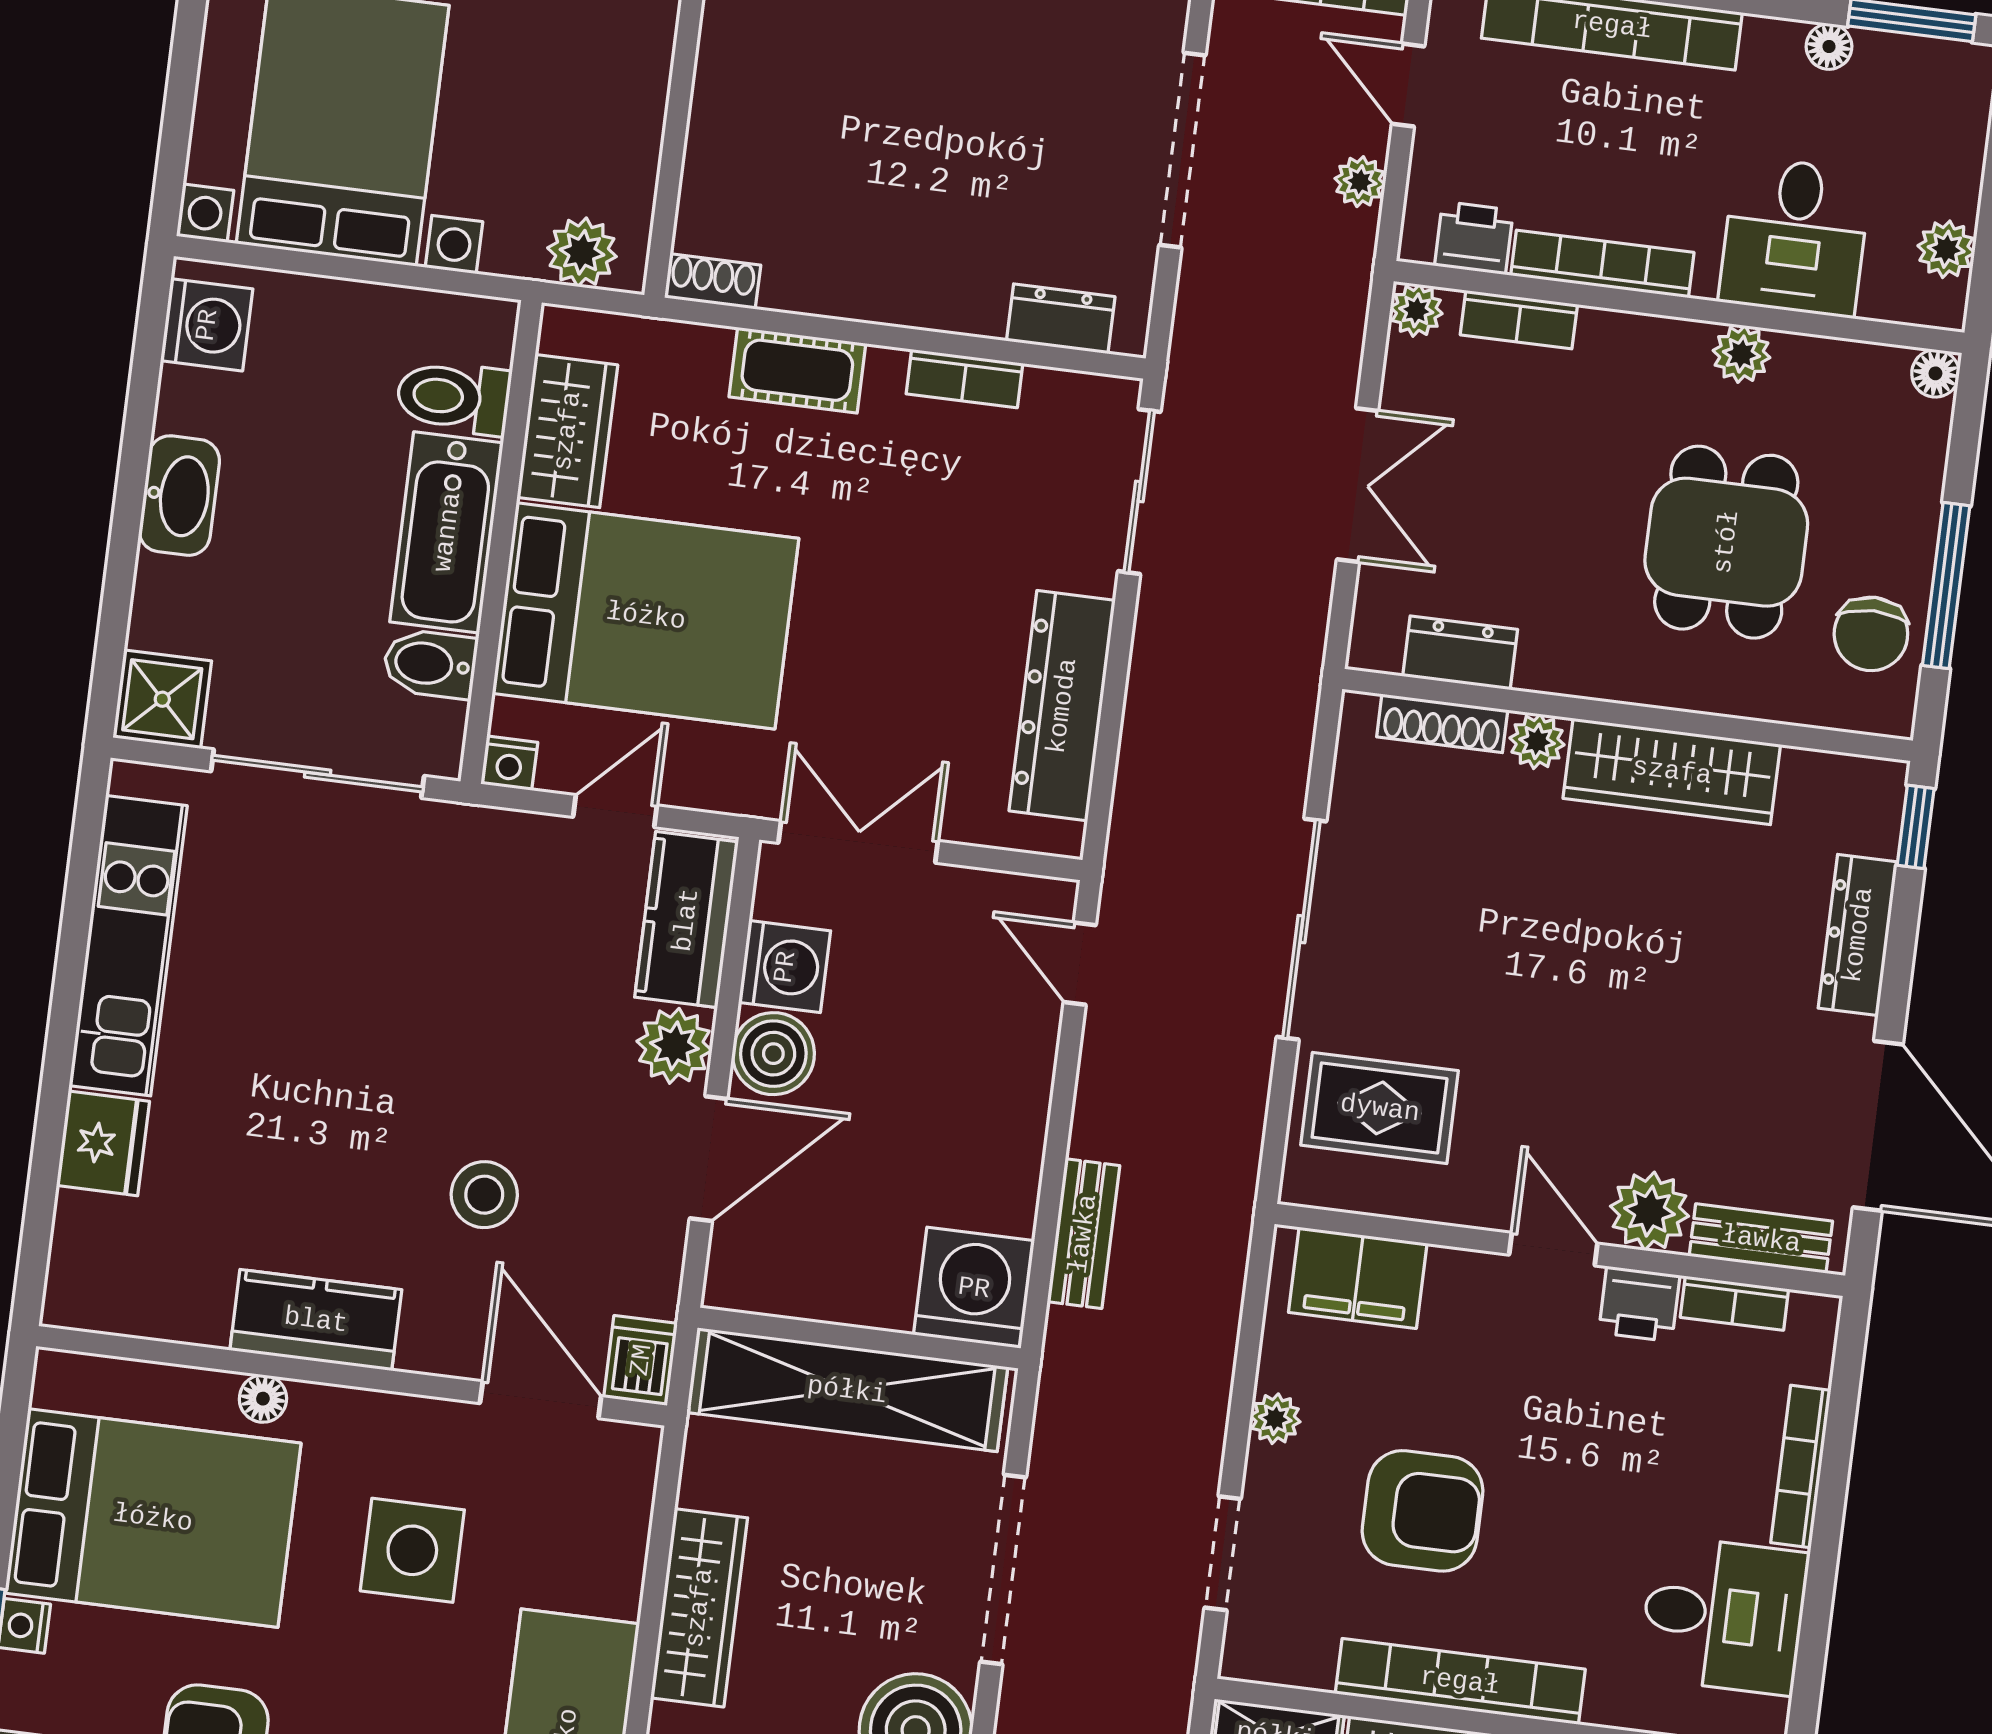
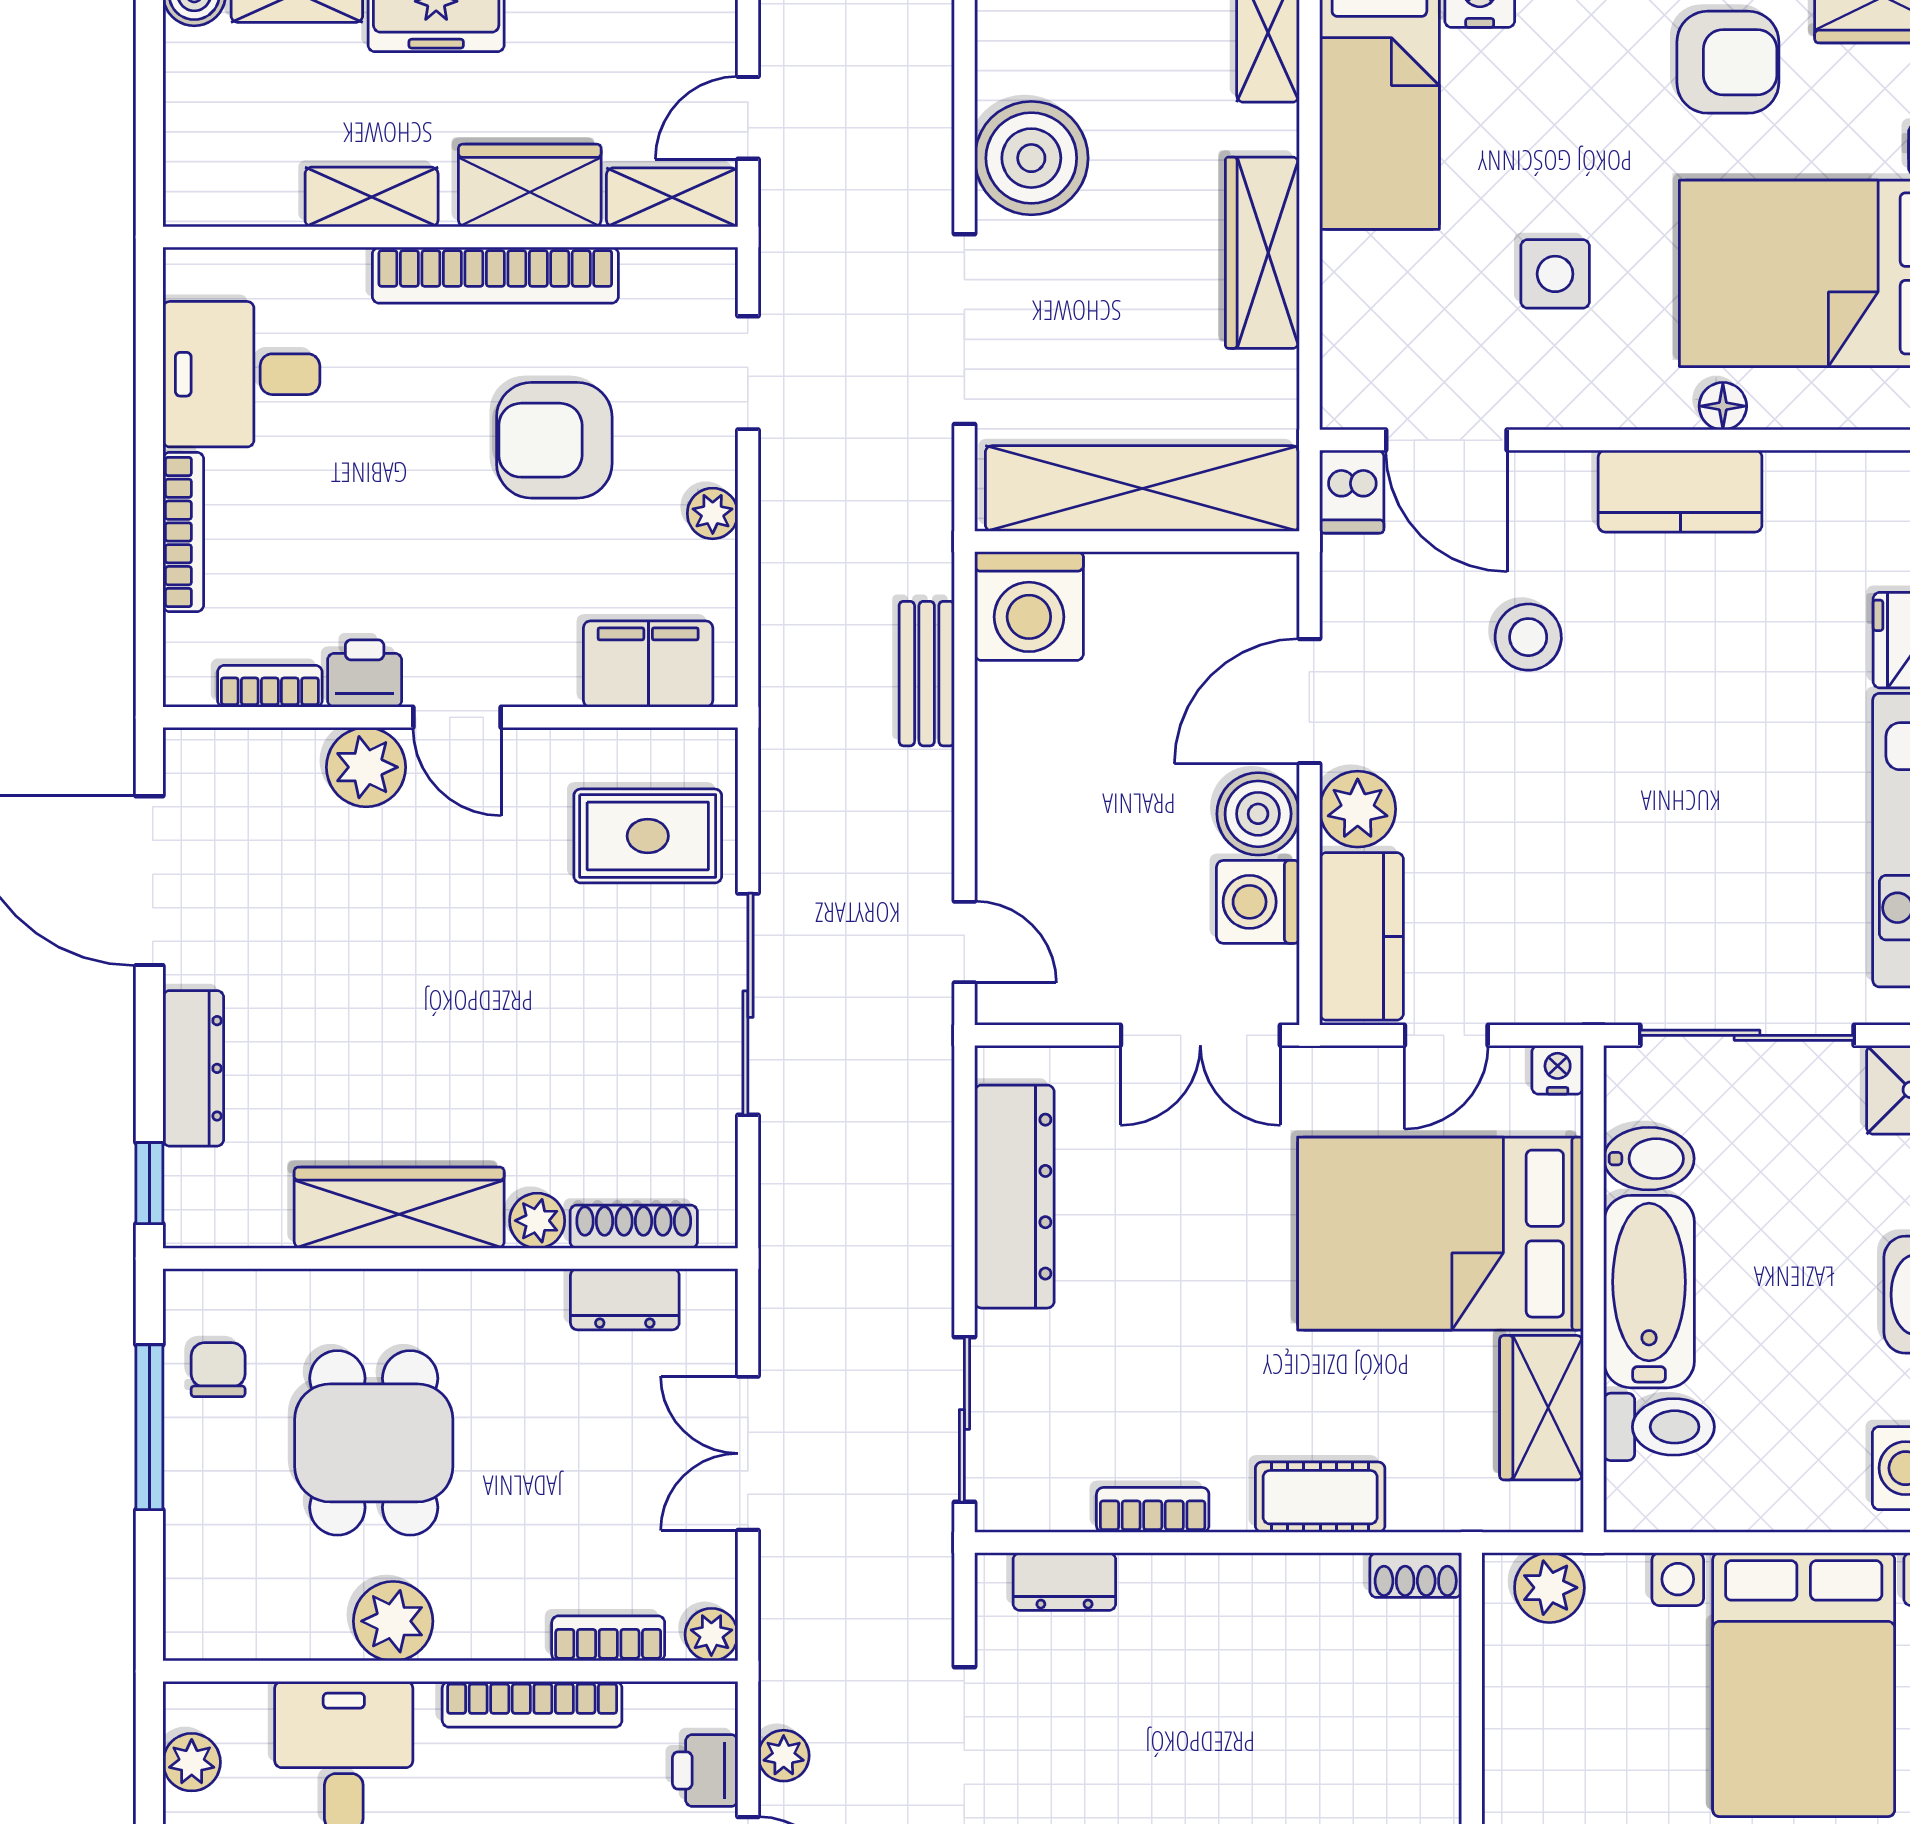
printer: (1474, 238) -> (705, 1771), moved, turned 90
plant: (1741, 354) -> (393, 1621), width x1.38, depth x1.38
floor lamp: (1935, 373) -> (187, 1637), removed
chair: (1871, 634) -> (218, 1370), width x0.73, depth x0.73
bench: (1761, 1239) -> (252, 754), removed
side table: (412, 1550) -> (1555, 274), width x0.73, depth x0.73

